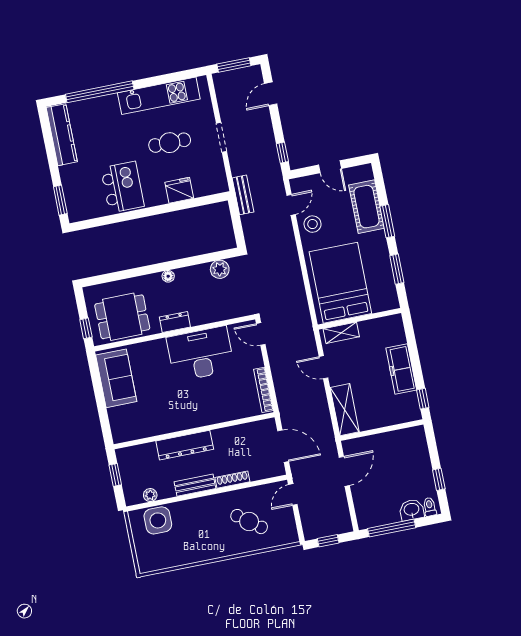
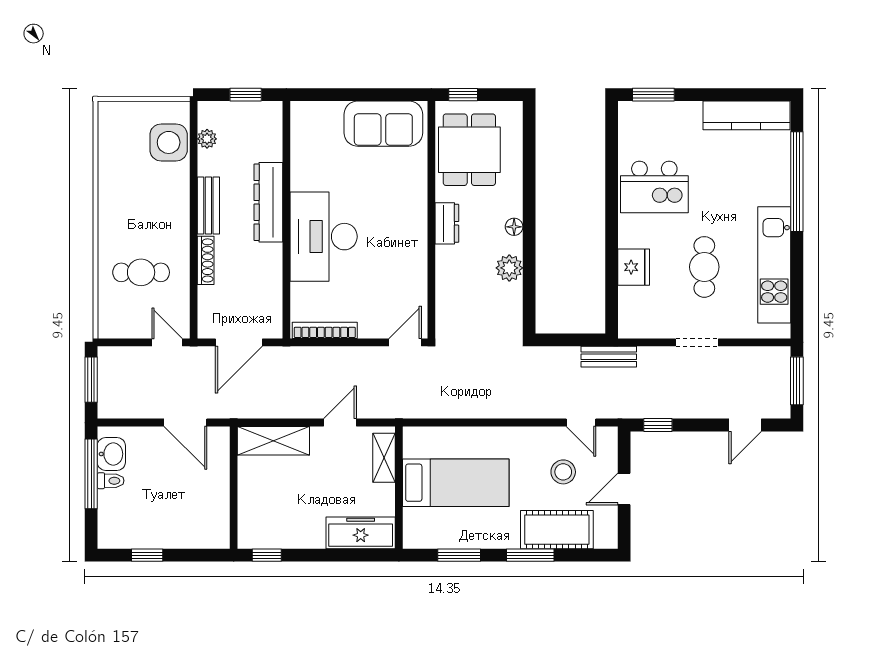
door: (271, 94) -> (745, 425), swing flipped
stool: (312, 224) -> (563, 472), moved
plant: (220, 269) -> (509, 268), moved
bed: (340, 283) -> (456, 483), width x0.67
desk: (201, 354) -> (324, 237), moved, turned 180
freezer: (401, 369) -> (361, 533), moved
toilet: (430, 507) -> (111, 481), moved
washbasin: (412, 510) -> (111, 454), moved
cafe table: (249, 522) -> (141, 272), turned 53
window: (328, 541) -> (91, 380), width x1.50

